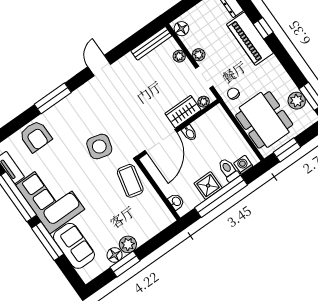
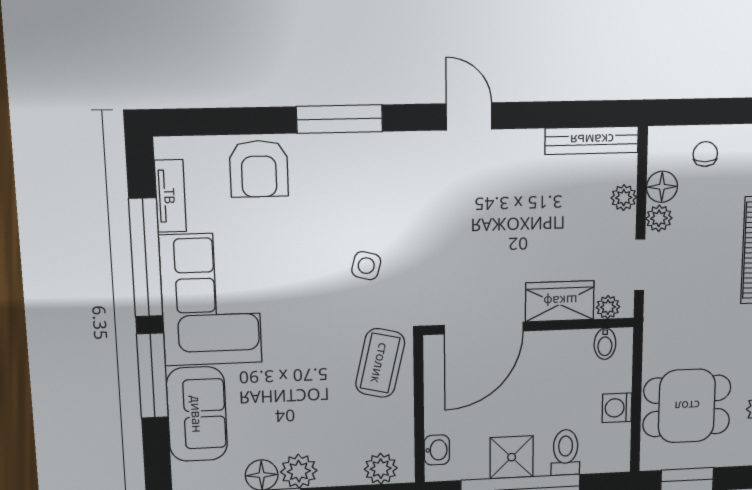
floor lamp: (181, 29) -> (662, 187), moved
door: (99, 66) -> (469, 116), hinge flipped
chair: (233, 94) -> (705, 154), moved
dining table: (264, 120) -> (687, 406), width x0.73
bidet: (190, 133) -> (605, 344), moved
side table: (99, 147) -> (366, 266), width x0.54, depth x0.54
washing machine: (243, 165) -> (617, 408), moved, turned -90
plant: (159, 223) -> (381, 469), added

